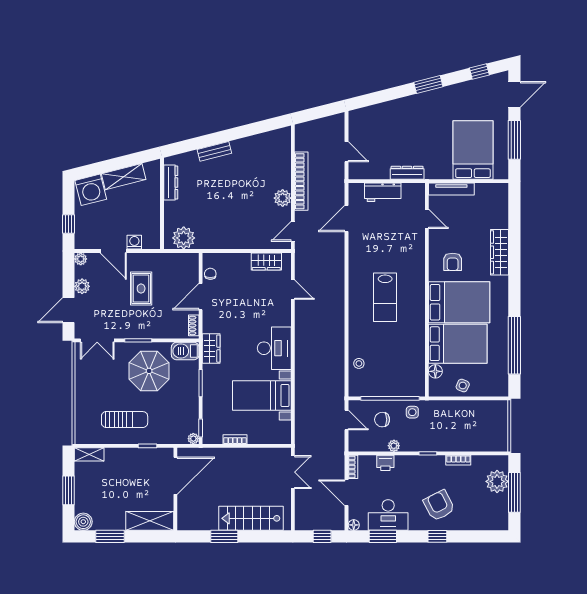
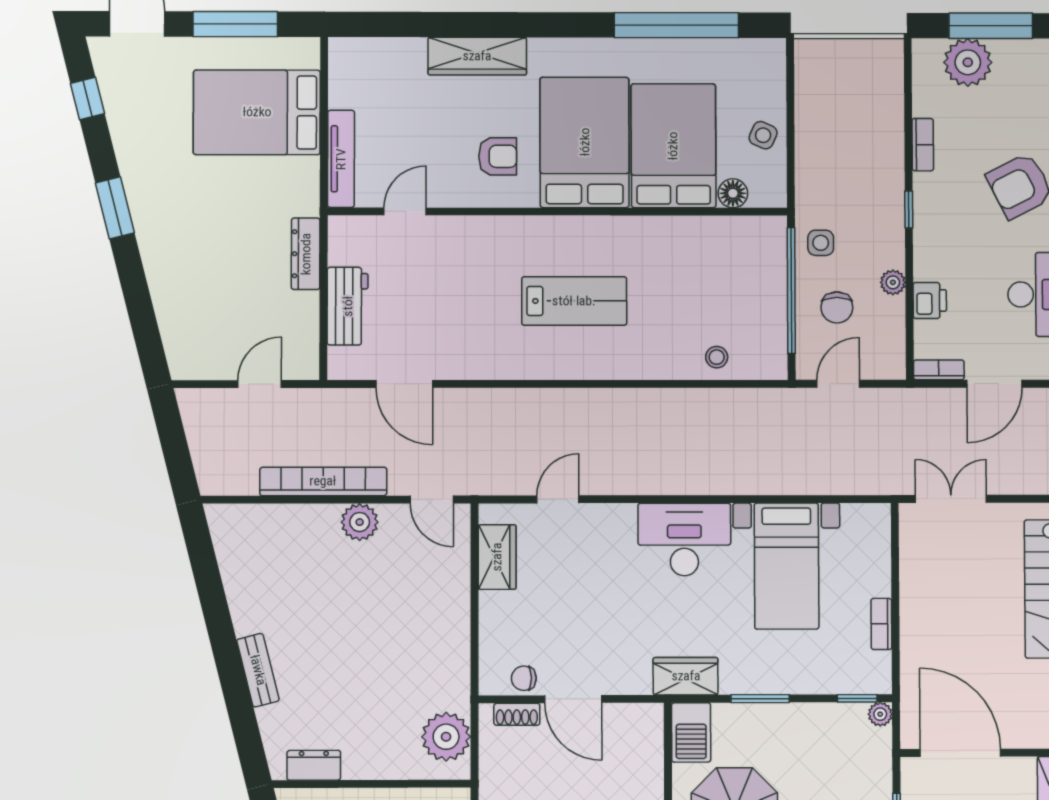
dresser: (171, 183) -> (314, 765), width x0.70
shoe rack: (194, 325) -> (517, 714), moved

